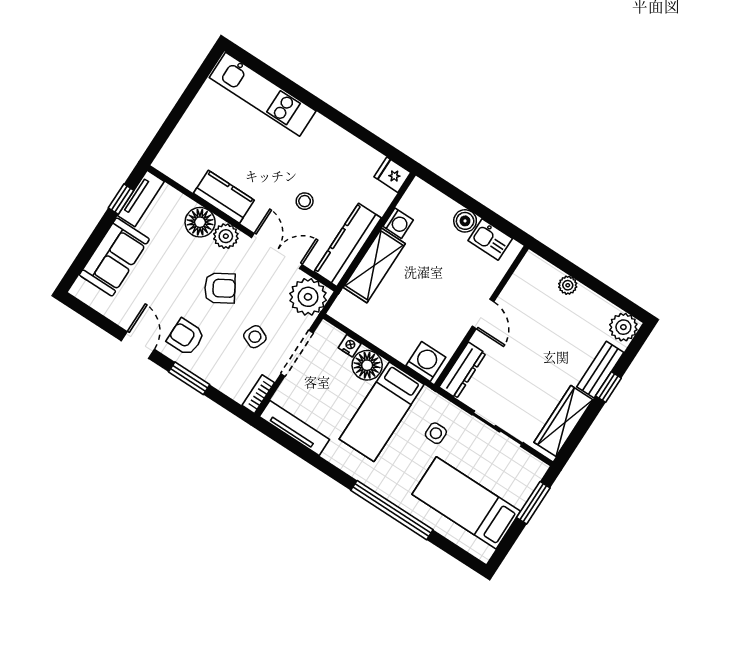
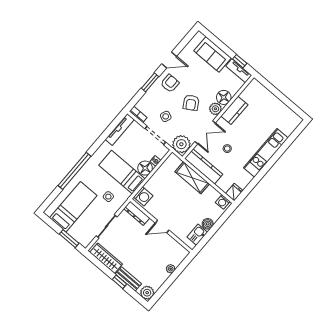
kitchen unit: (263, 94) -> (266, 153), moved
washing machine: (398, 223) -> (223, 202), moved

